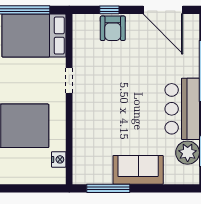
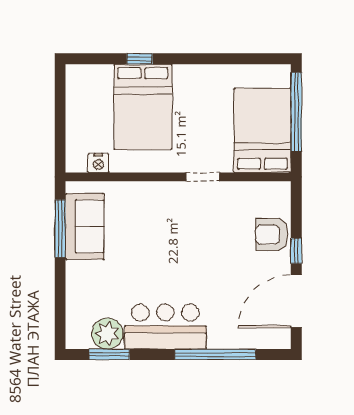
window: (109, 10) -> (296, 251), moved
sofa: (138, 170) -> (85, 226), moved

